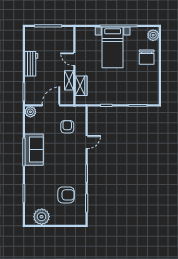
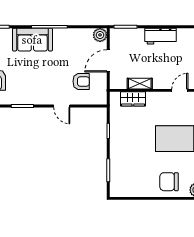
door: (74, 59) -> (180, 90), moved
door: (51, 105) -> (108, 61), swing flipped
sofa: (34, 150) -> (32, 40), moved

